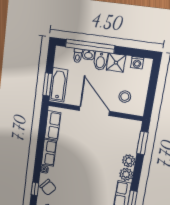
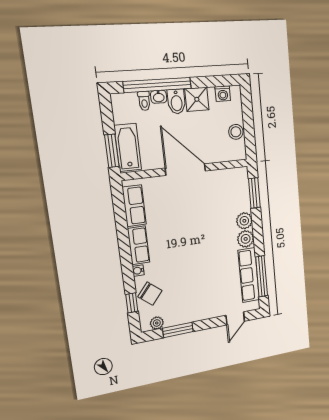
stool: (125, 97) -> (236, 132), moved

